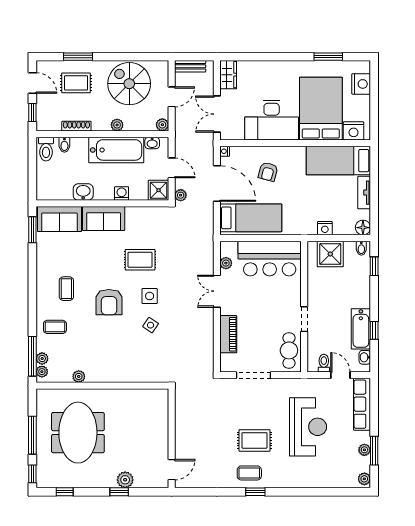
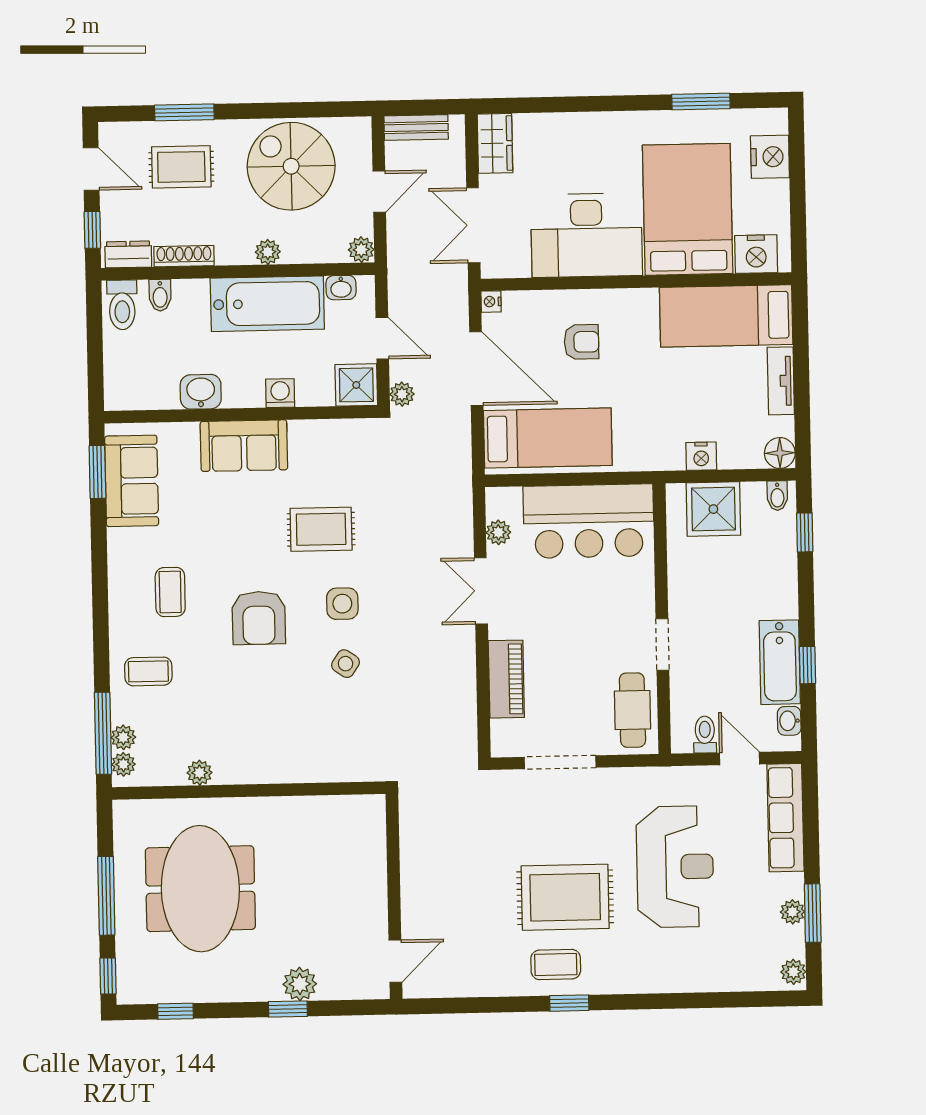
dresser: (49, 125) -> (128, 254), added
armchair: (268, 172) -> (581, 342), turned -105
sofa: (59, 219) -> (132, 481), moved, turned -90
rug: (254, 440) -> (565, 897), width x1.36, depth x1.43

